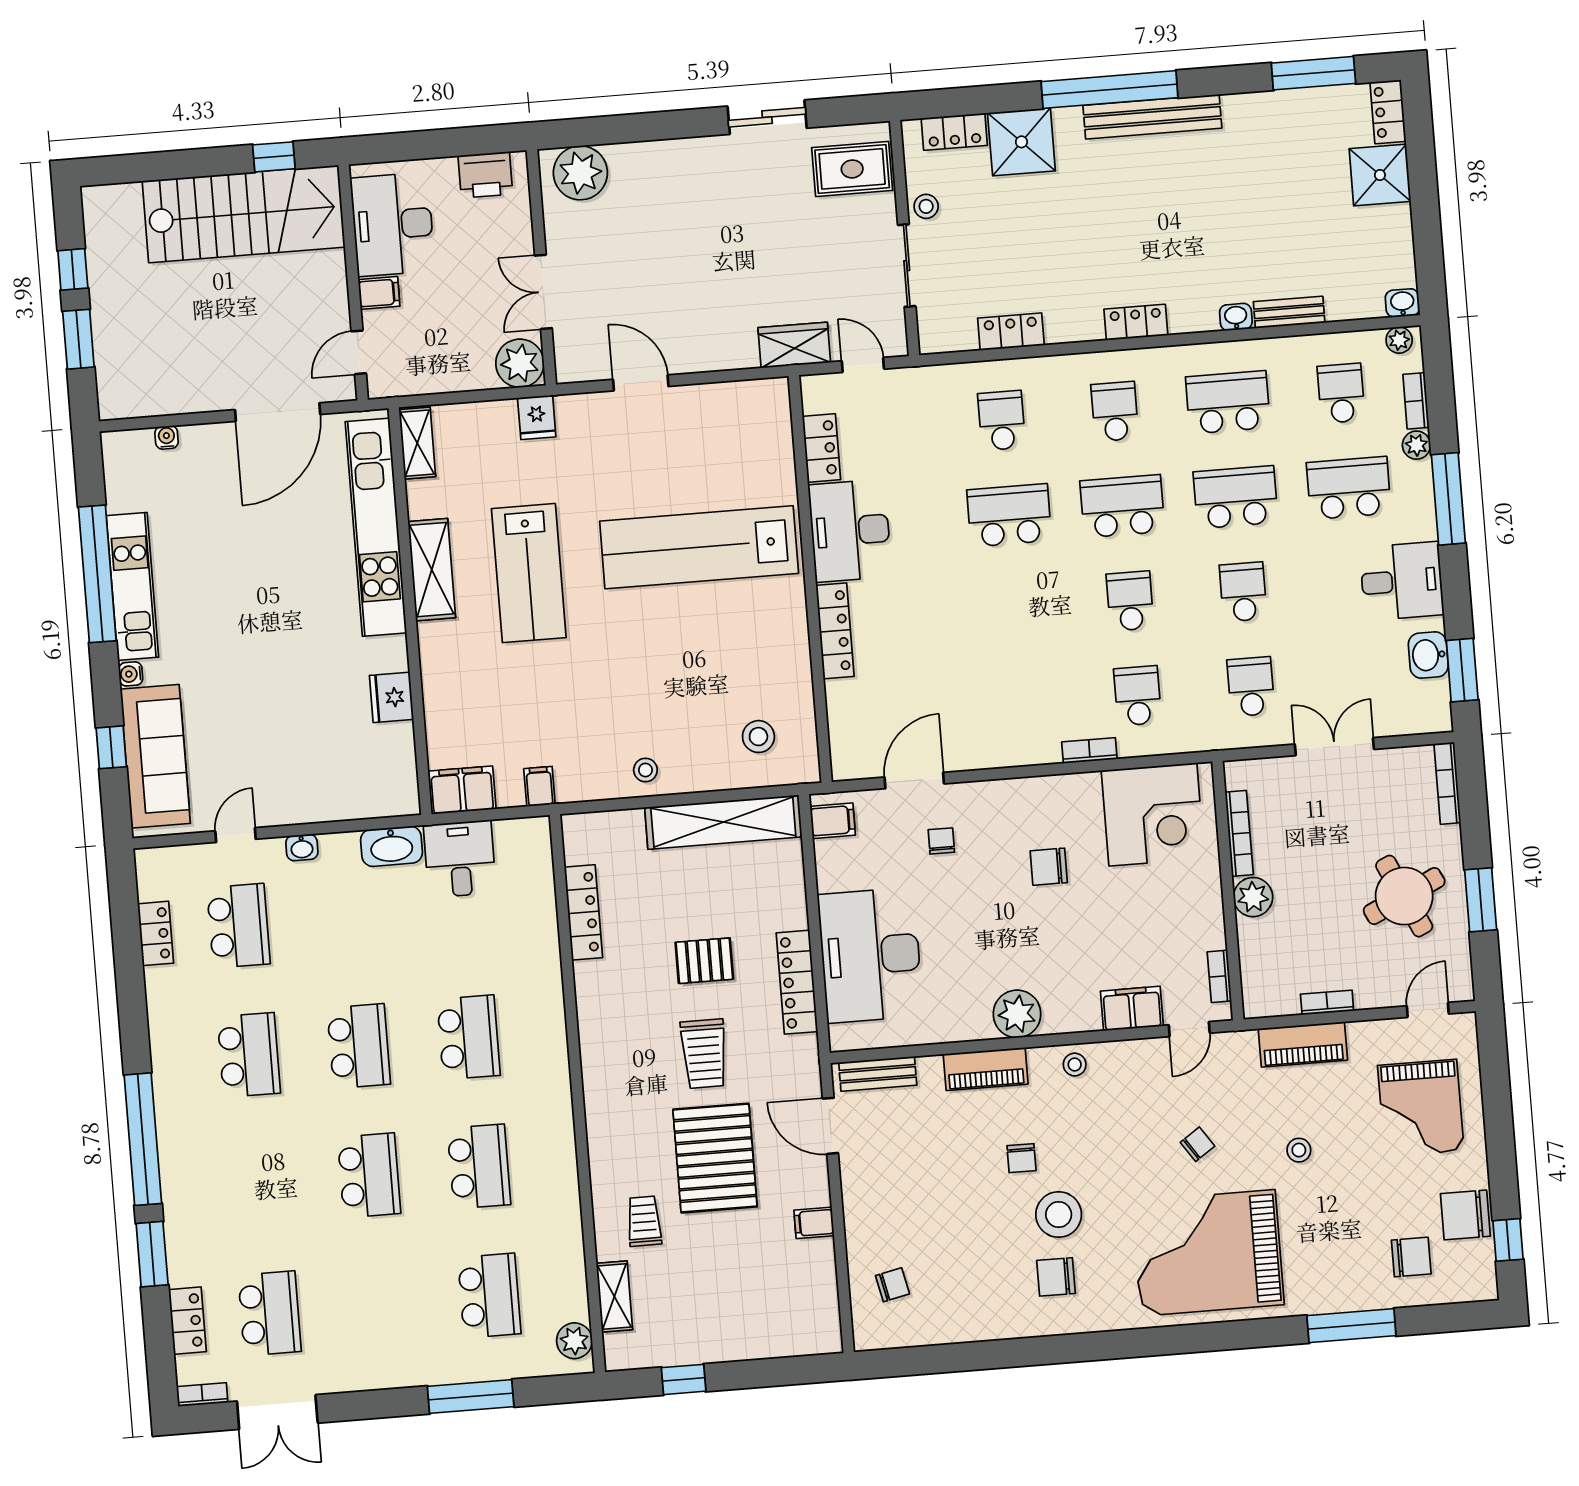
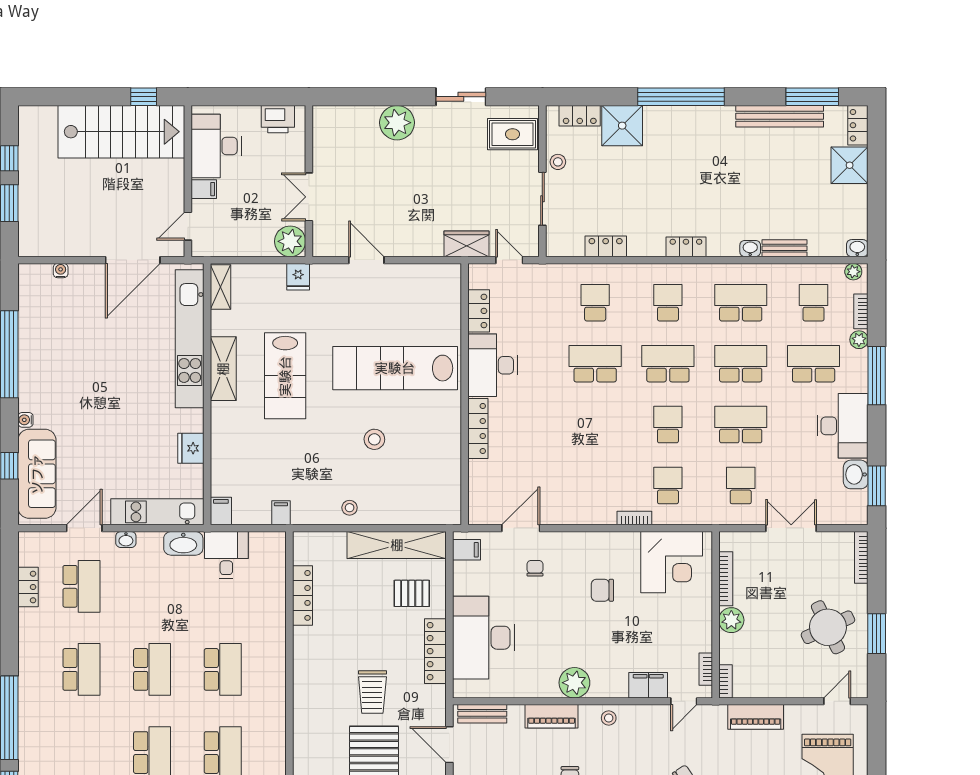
bench: (1152, 117) -> (780, 116), moved
plant: (580, 173) -> (397, 123), moved
desk: (1402, 581) -> (843, 426), width x1.37
kitchen unit: (132, 586) -> (157, 512), moved, turned -90
school desk: (1243, 592) -> (741, 425), width x1.85
stool: (758, 737) -> (374, 439), moved
filing cabinet: (462, 790) -> (221, 511), width x0.50
door: (235, 835) -> (84, 528), width x1.38
pallet: (704, 961) -> (412, 593), moved
bookcase: (1327, 1003) -> (725, 681), moved, turned 90

